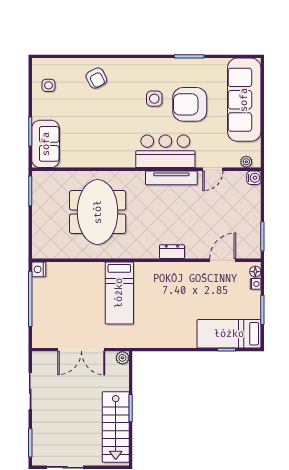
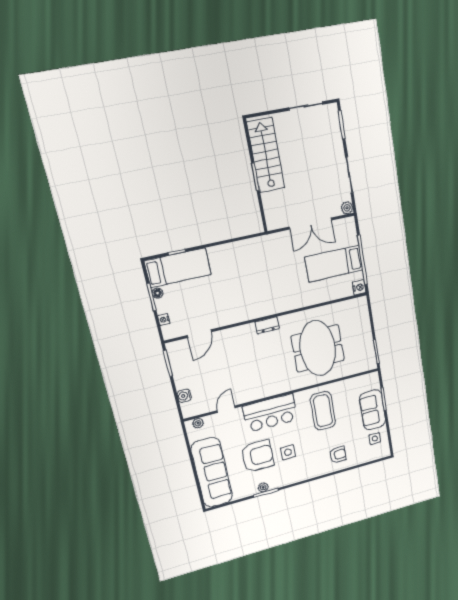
plant: (191, 64) -> (263, 487), added
armchair: (96, 78) -> (338, 455), turned 117
coffee table: (105, 137) -> (323, 411), added
sofa: (46, 144) -> (373, 410), moved
tv unit: (171, 178) -> (261, 393), removed
water cooler: (254, 178) -> (184, 396), moved
dresser: (172, 252) -> (267, 325), moved
floor lamp: (255, 272) -> (158, 293), moved
bed: (119, 293) -> (334, 264), moved, turned -90
double door: (81, 350) -> (311, 223), swing flipped
plant: (122, 358) -> (347, 208), moved

